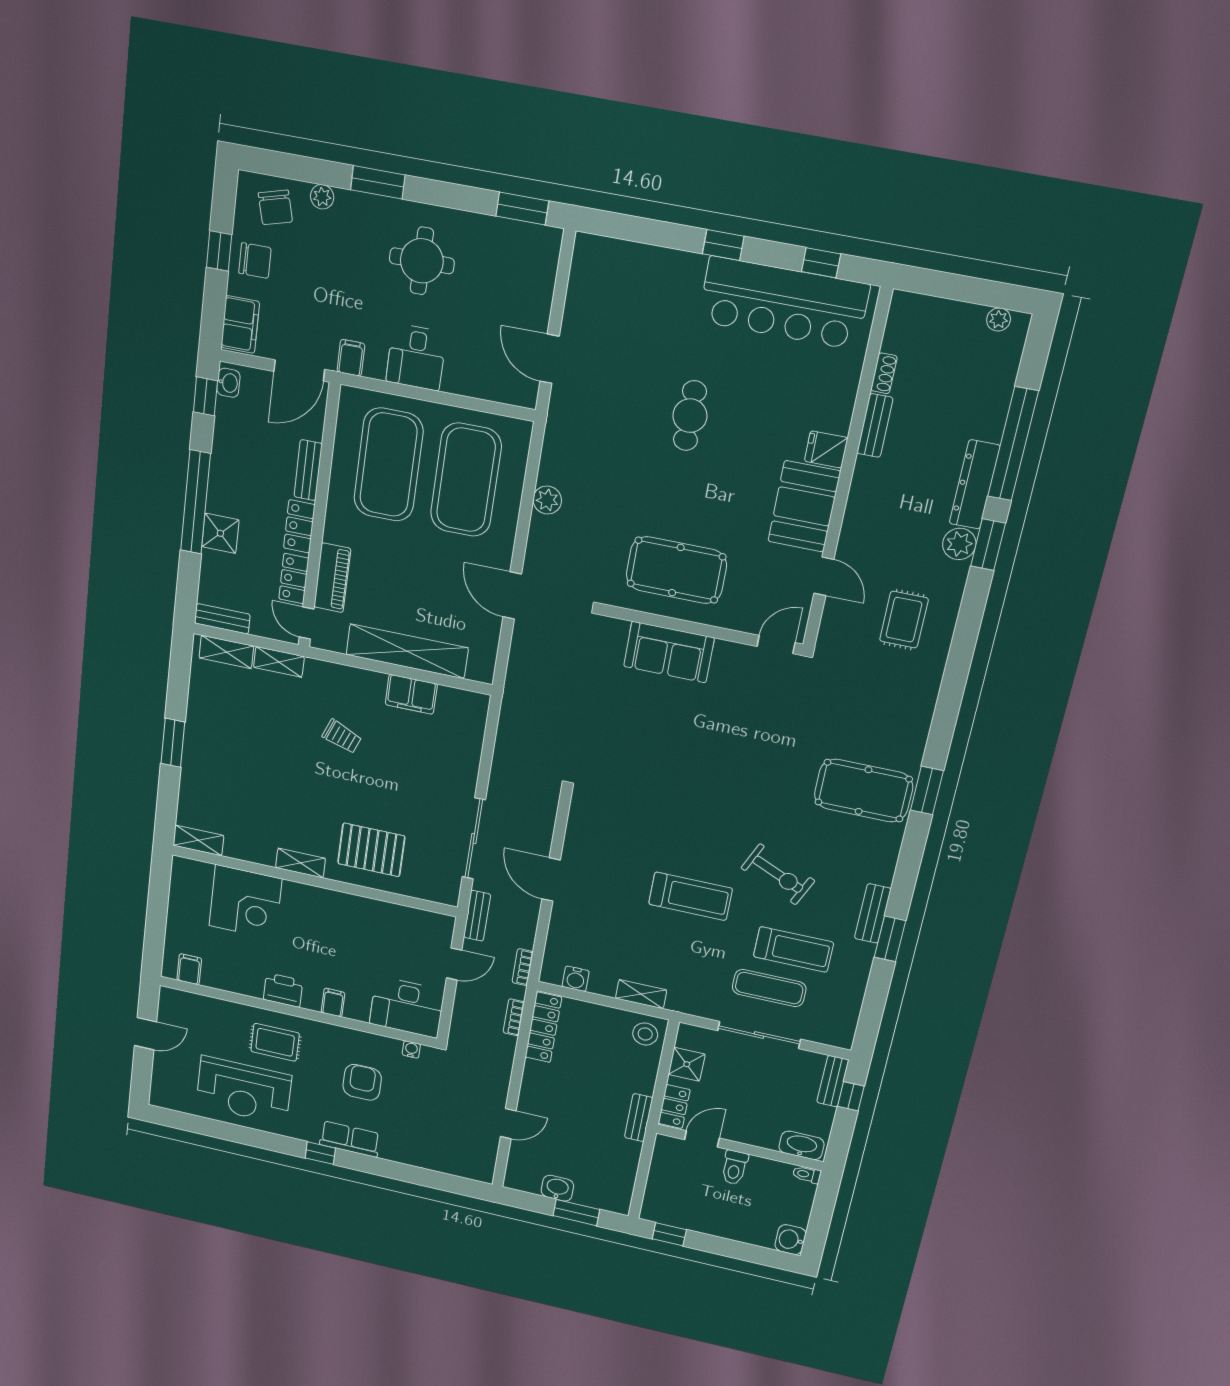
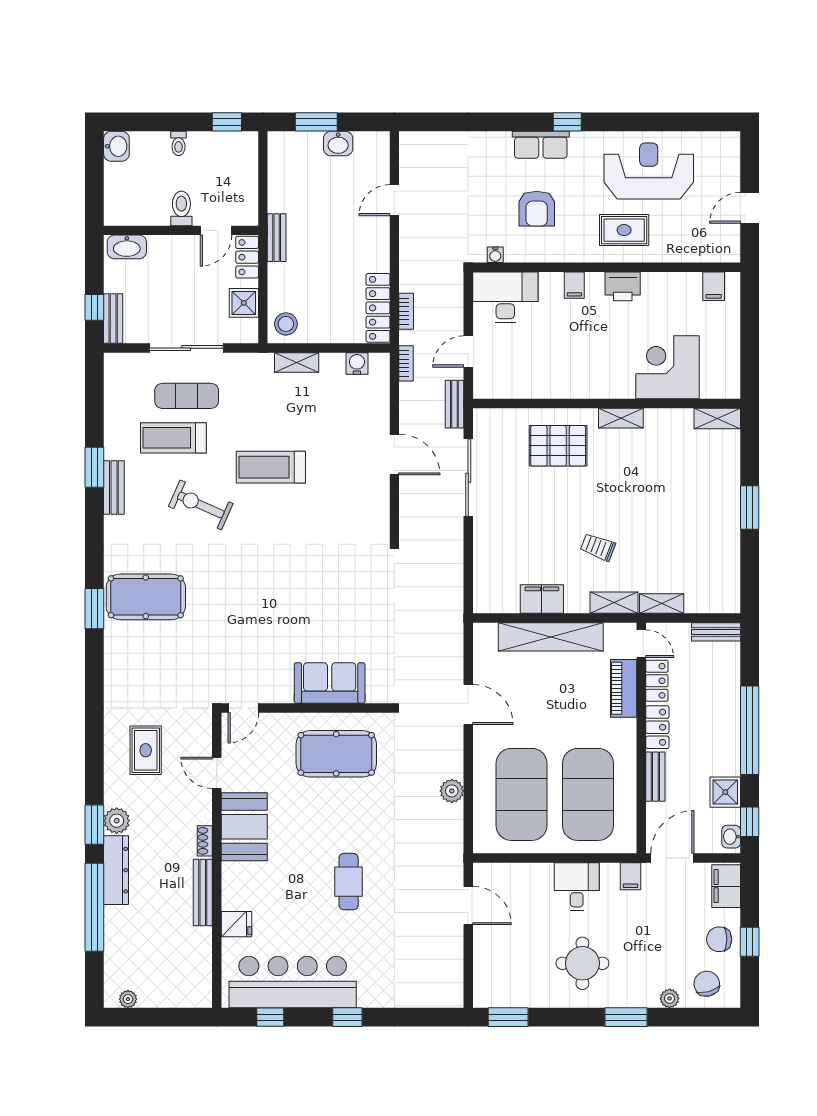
shoe rack: (884, 373) -> (205, 841), moved
bench: (875, 426) -> (203, 892), width x1.36
fridge: (826, 449) -> (236, 924), moved
shower: (220, 533) -> (725, 792), moved
shelving: (226, 652) -> (614, 603), moved
toilet: (807, 1175) -> (179, 143), moved, turned 90

